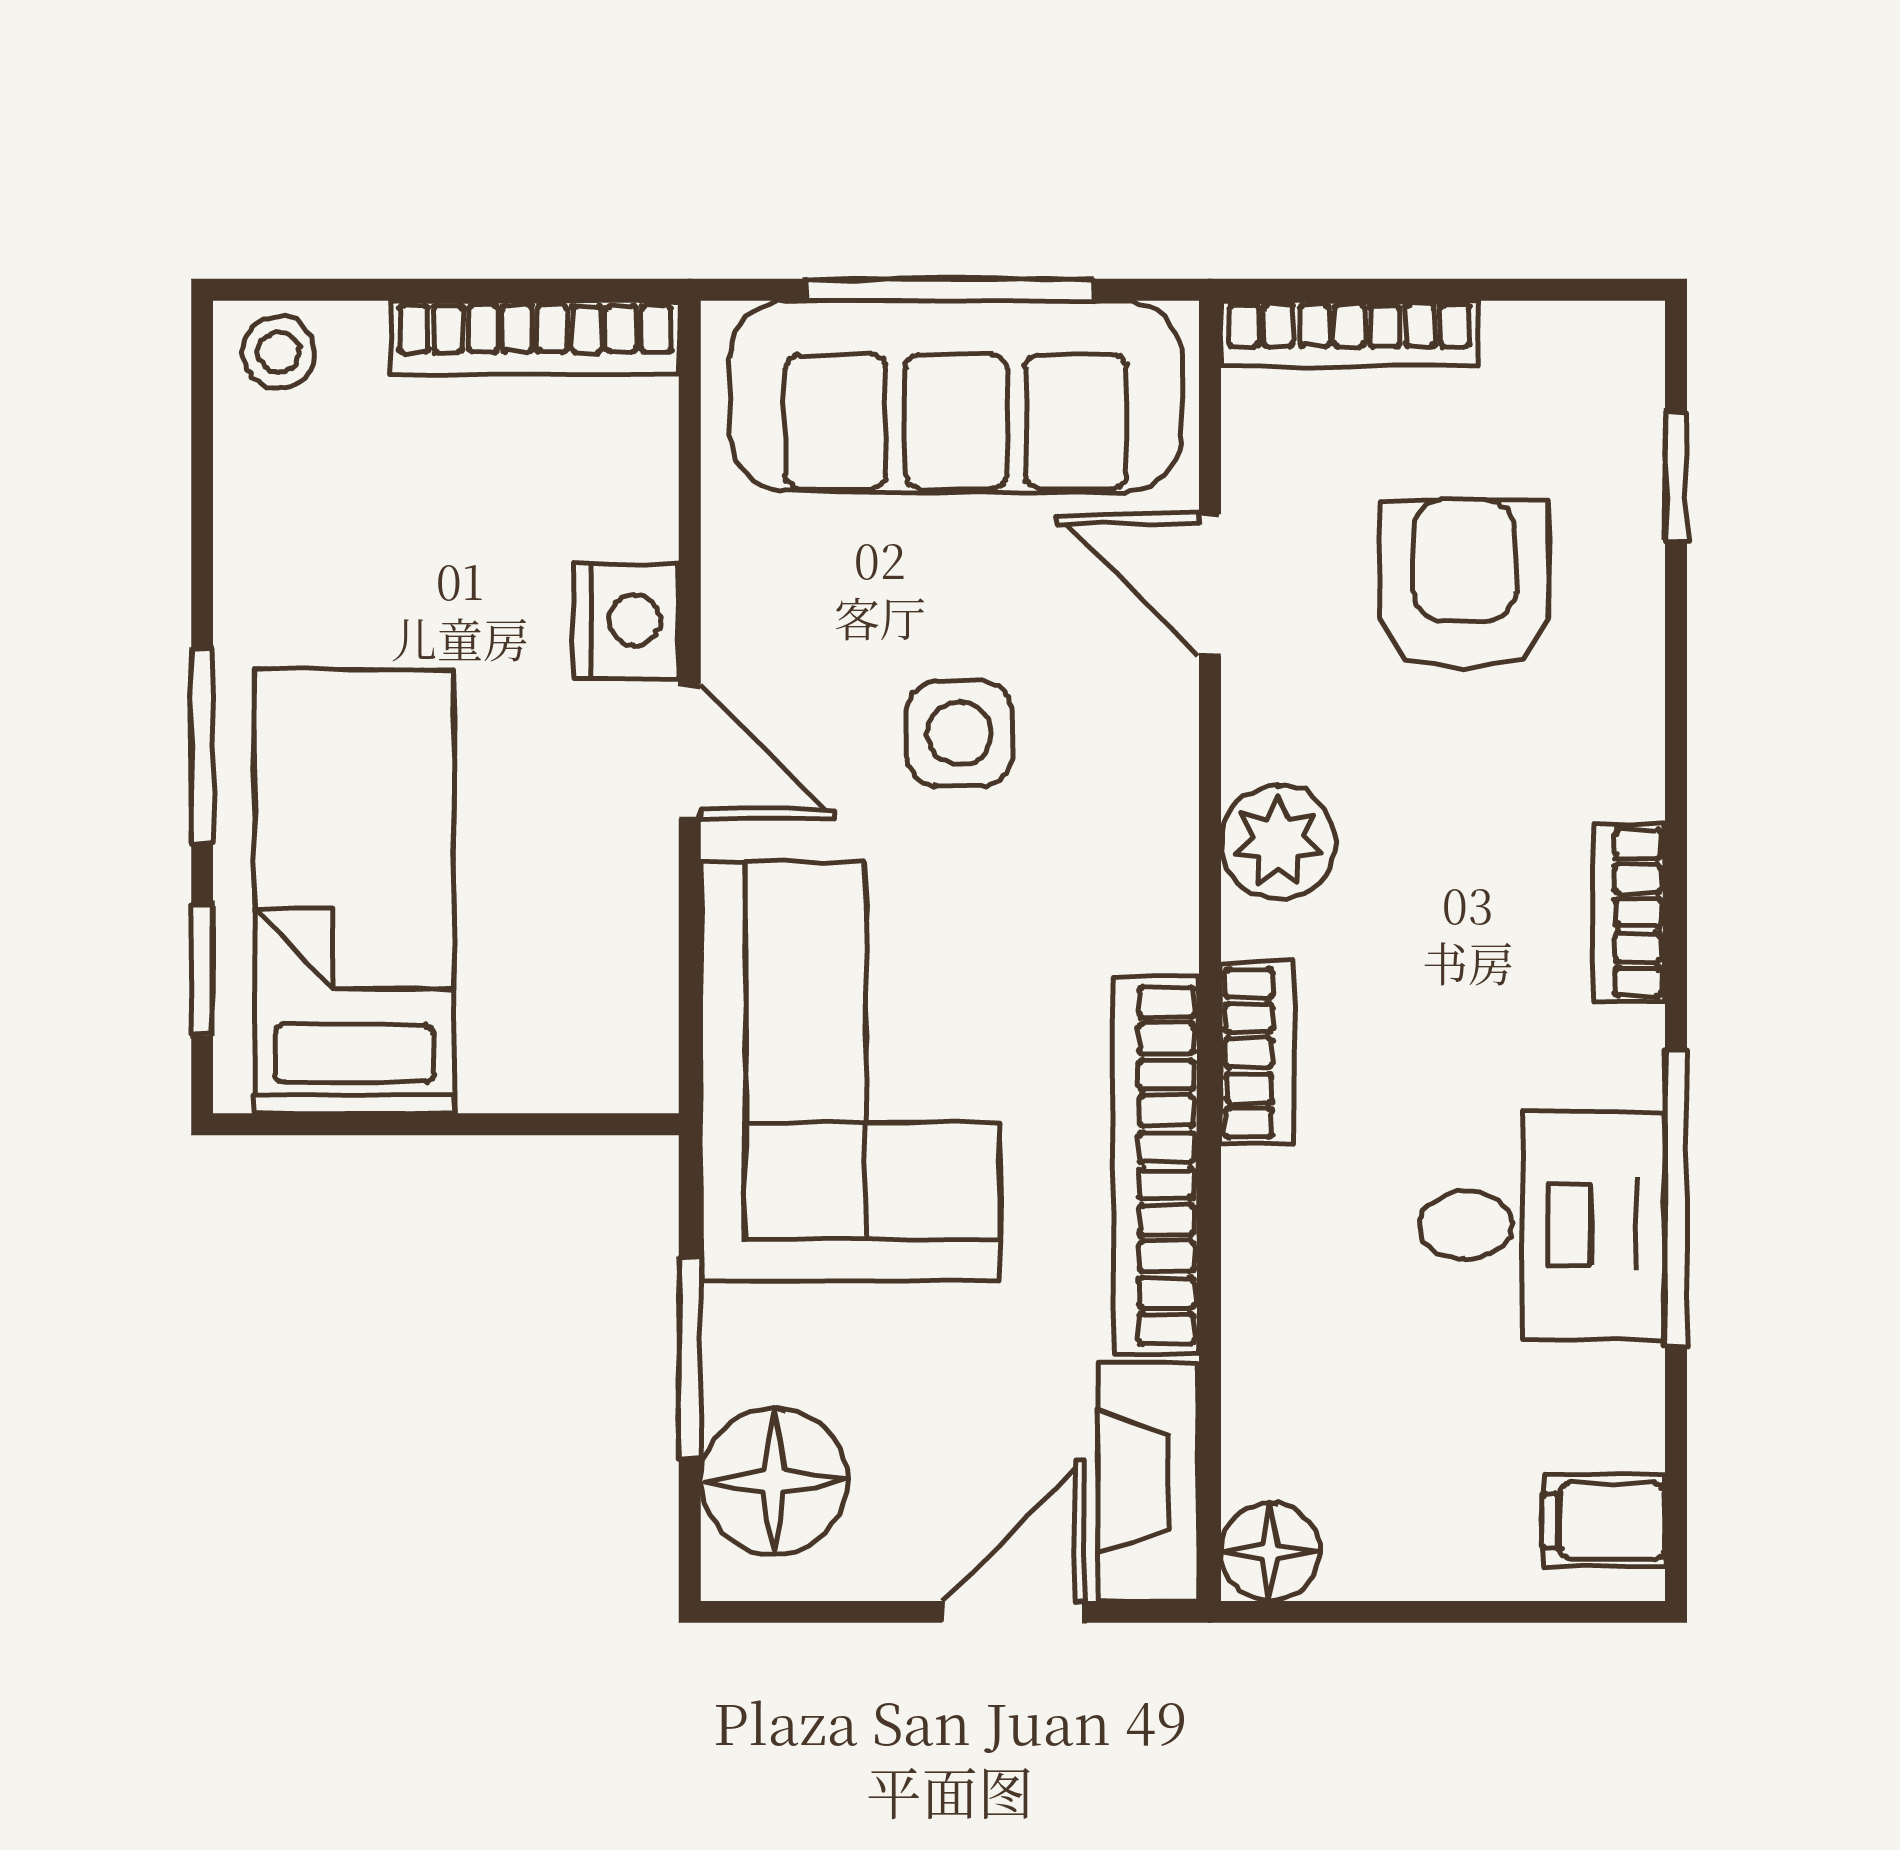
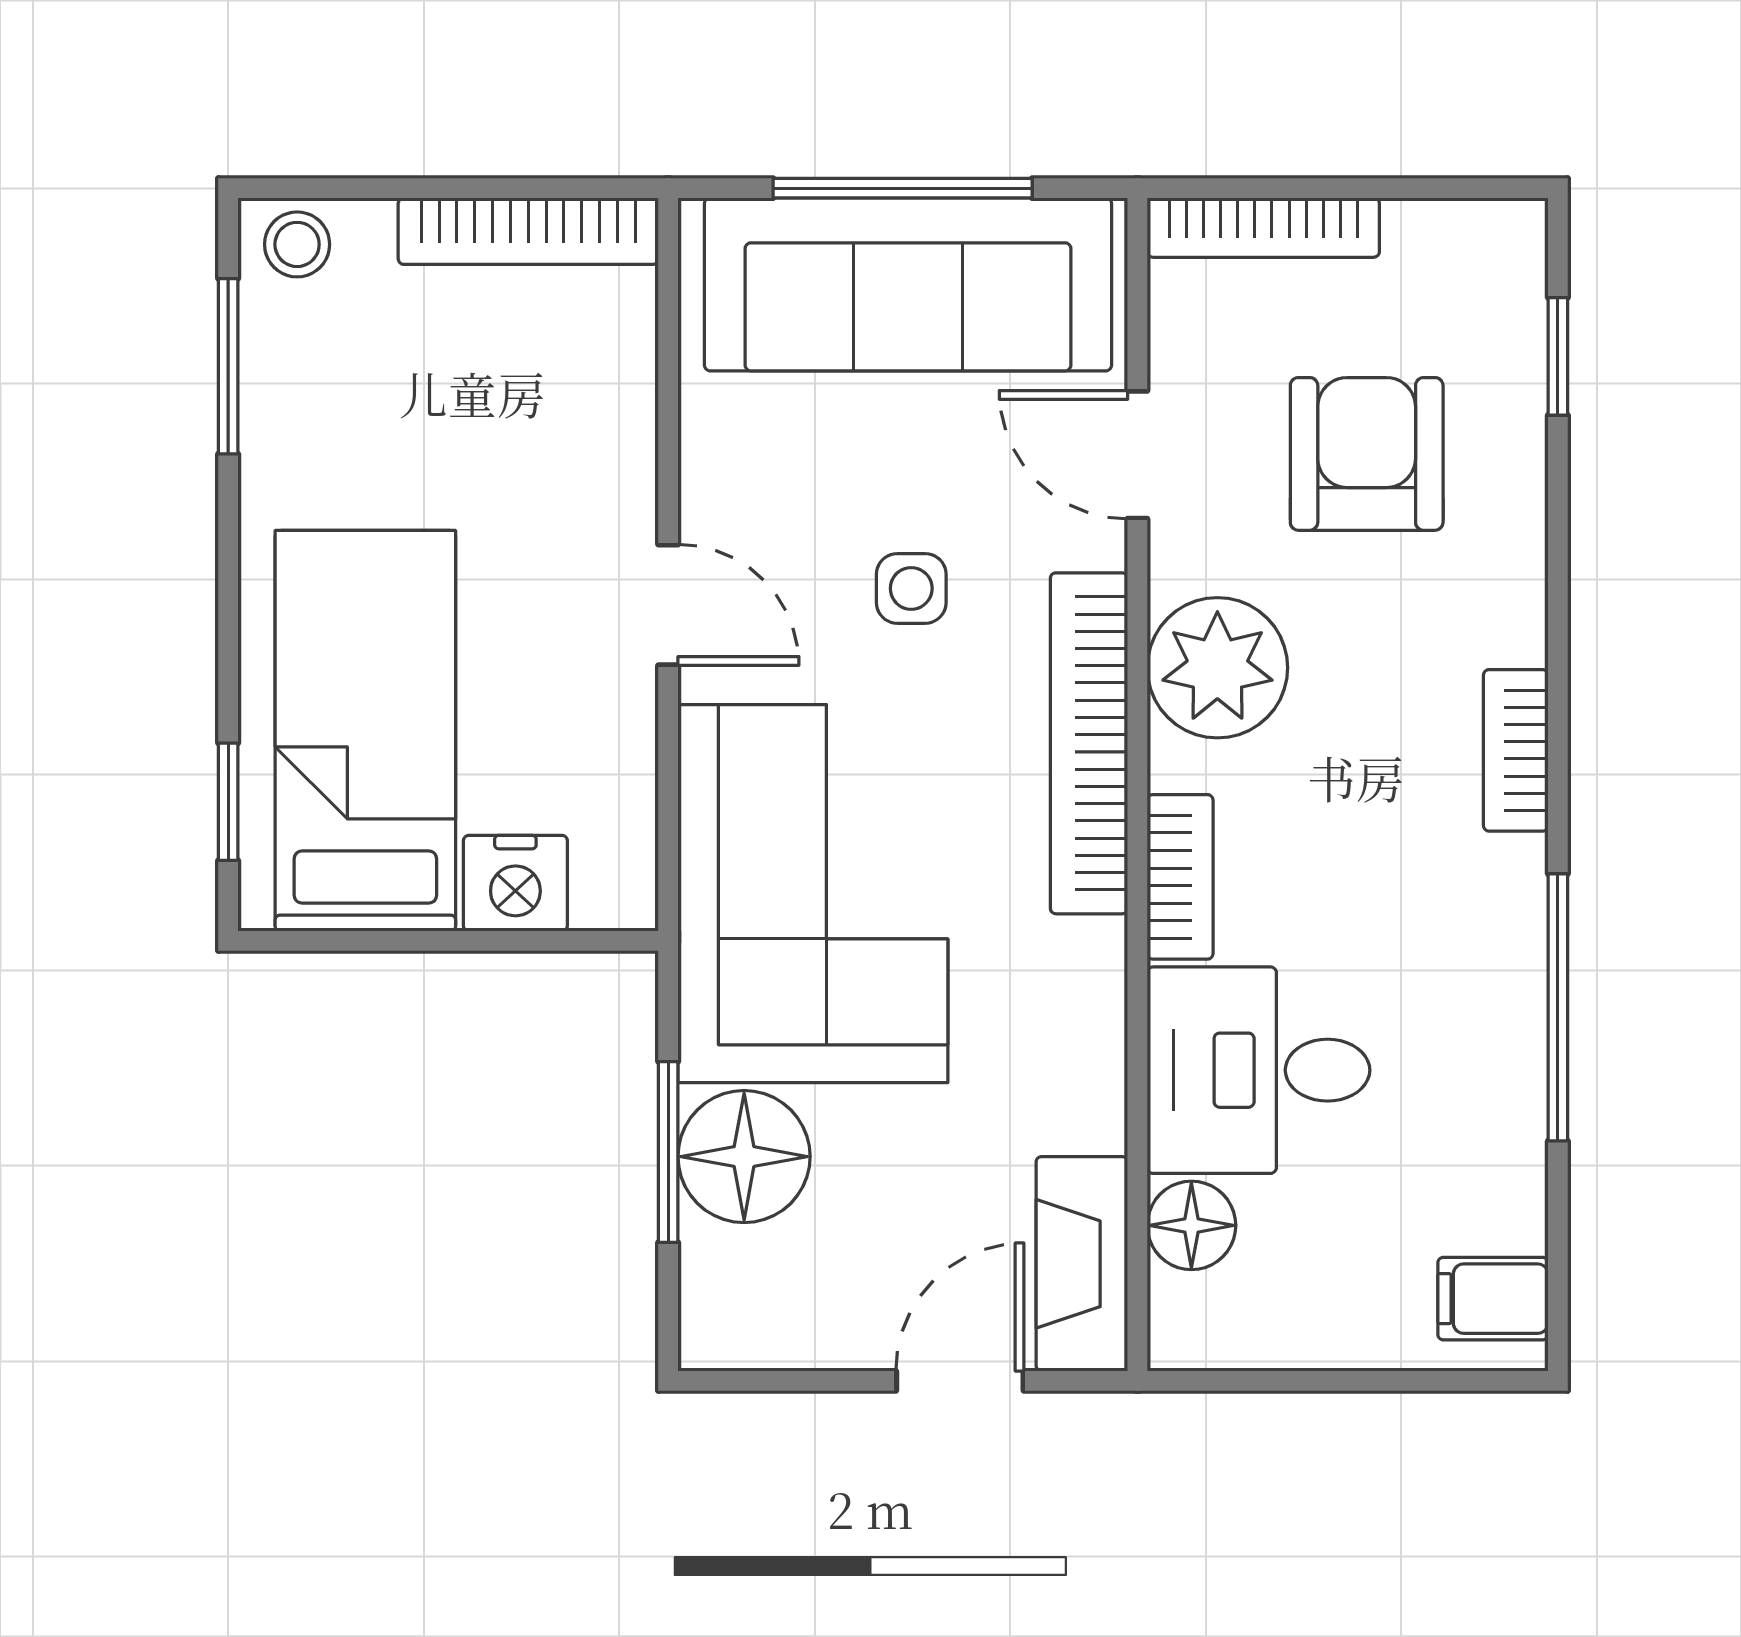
nightstand: (626, 621) -> (515, 883), moved, turned 90
side table: (959, 734) -> (911, 588), width x0.73, depth x0.73
window: (202, 746) -> (228, 366), moved
plant: (1278, 842) -> (1217, 668), width x1.36, depth x1.36
bookcase: (1156, 1166) -> (1089, 743), moved
desk: (1542, 1225) -> (1259, 1070), moved, turned 180
floor lamp: (774, 1481) -> (744, 1157), moved
floor lamp: (1270, 1552) -> (1191, 1225), moved

